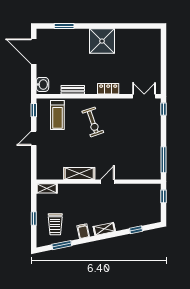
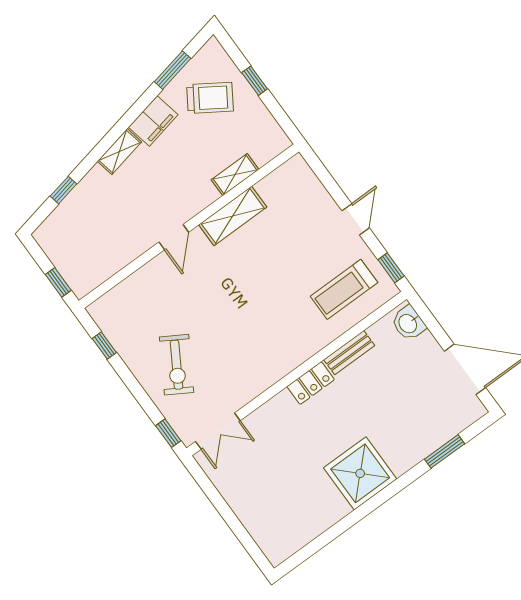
locker: (108, 89) -> (311, 383), moved
treadmill: (57, 115) -> (344, 289), turned -90
exercise bike: (93, 122) -> (177, 365), moved, turned -130
window: (163, 160) -> (104, 345), width x0.46
shelving: (47, 188) -> (235, 175), moved
trolley: (55, 224) -> (210, 98), turned 123
filing cabinet: (83, 231) -> (153, 121), width x2.00

